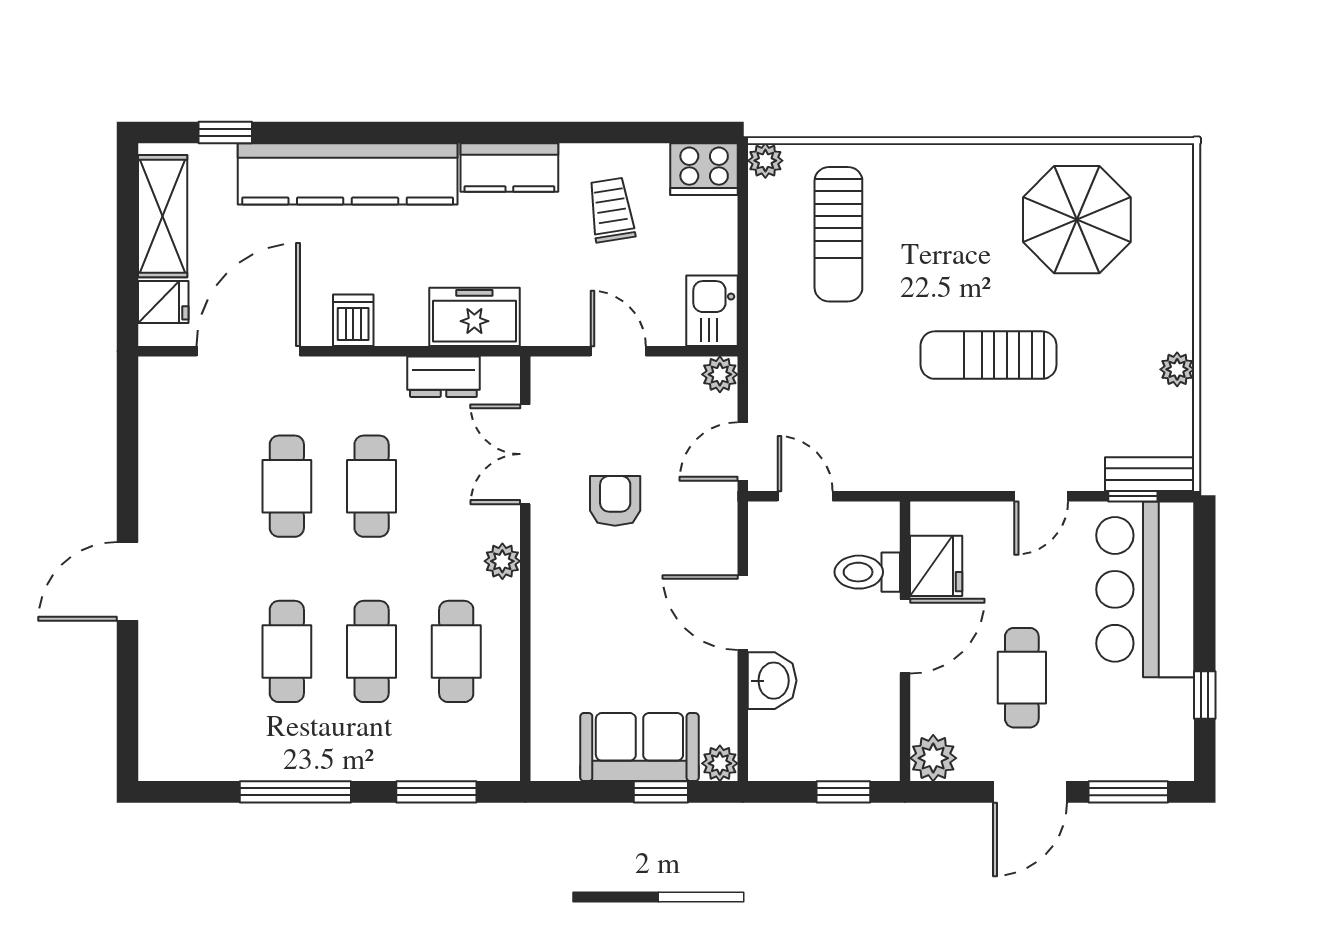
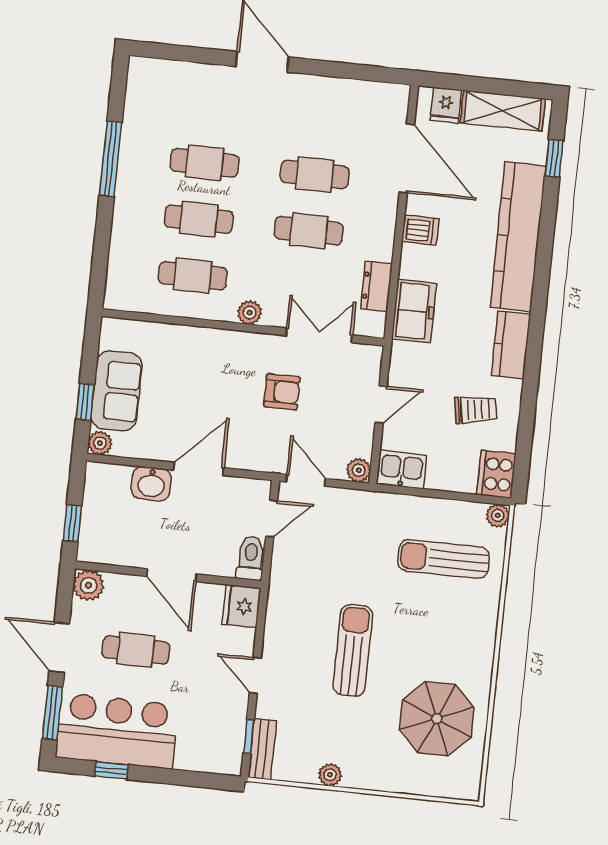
fridge: (936, 566) -> (241, 606), moved, turned 90
toilet: (867, 572) -> (251, 558), moved
bar counter: (1145, 589) -> (117, 731), moved
window: (436, 792) -> (101, 253), removed

